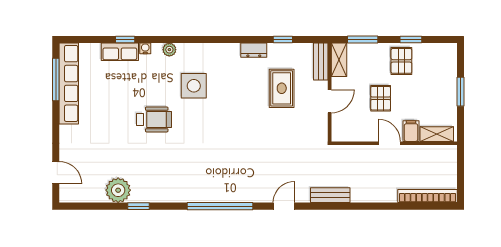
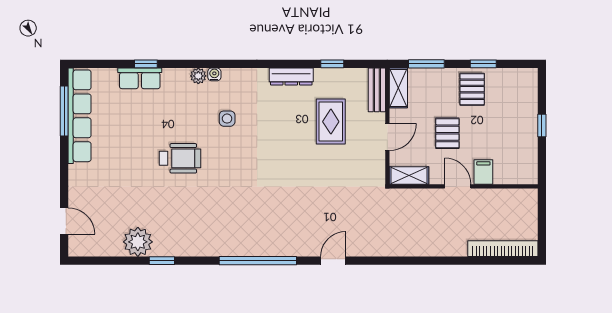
water cooler: (145, 48) -> (214, 74), moved
dresser: (254, 50) -> (291, 76), width x1.44
side table: (194, 86) -> (227, 119), width x0.54, depth x0.54
window: (461, 92) -> (542, 125), width x0.67
shelving: (437, 134) -> (409, 175), moved
bench: (330, 195) -> (388, 248), removed

